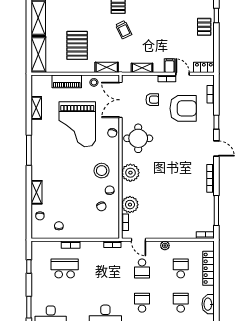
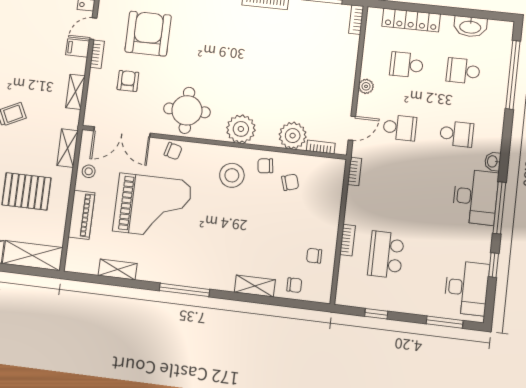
school desk: (142, 303) -> (457, 134), turned 180

